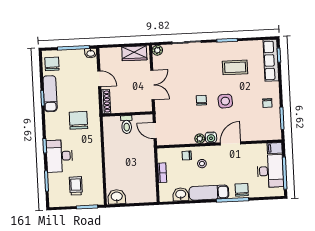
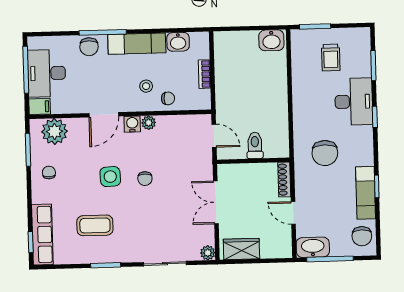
washbasin: (91, 53) -> (313, 247), width x1.91, depth x1.45
plant: (264, 131) -> (54, 131), added

